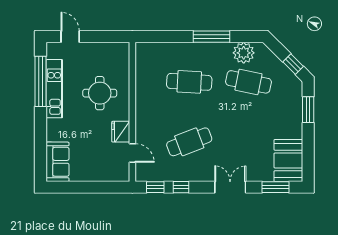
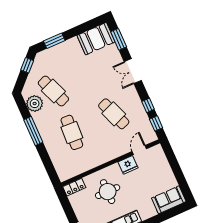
locker: (123, 56) -> (74, 187), added
cafe table: (248, 82) -> (53, 91), turned -33

